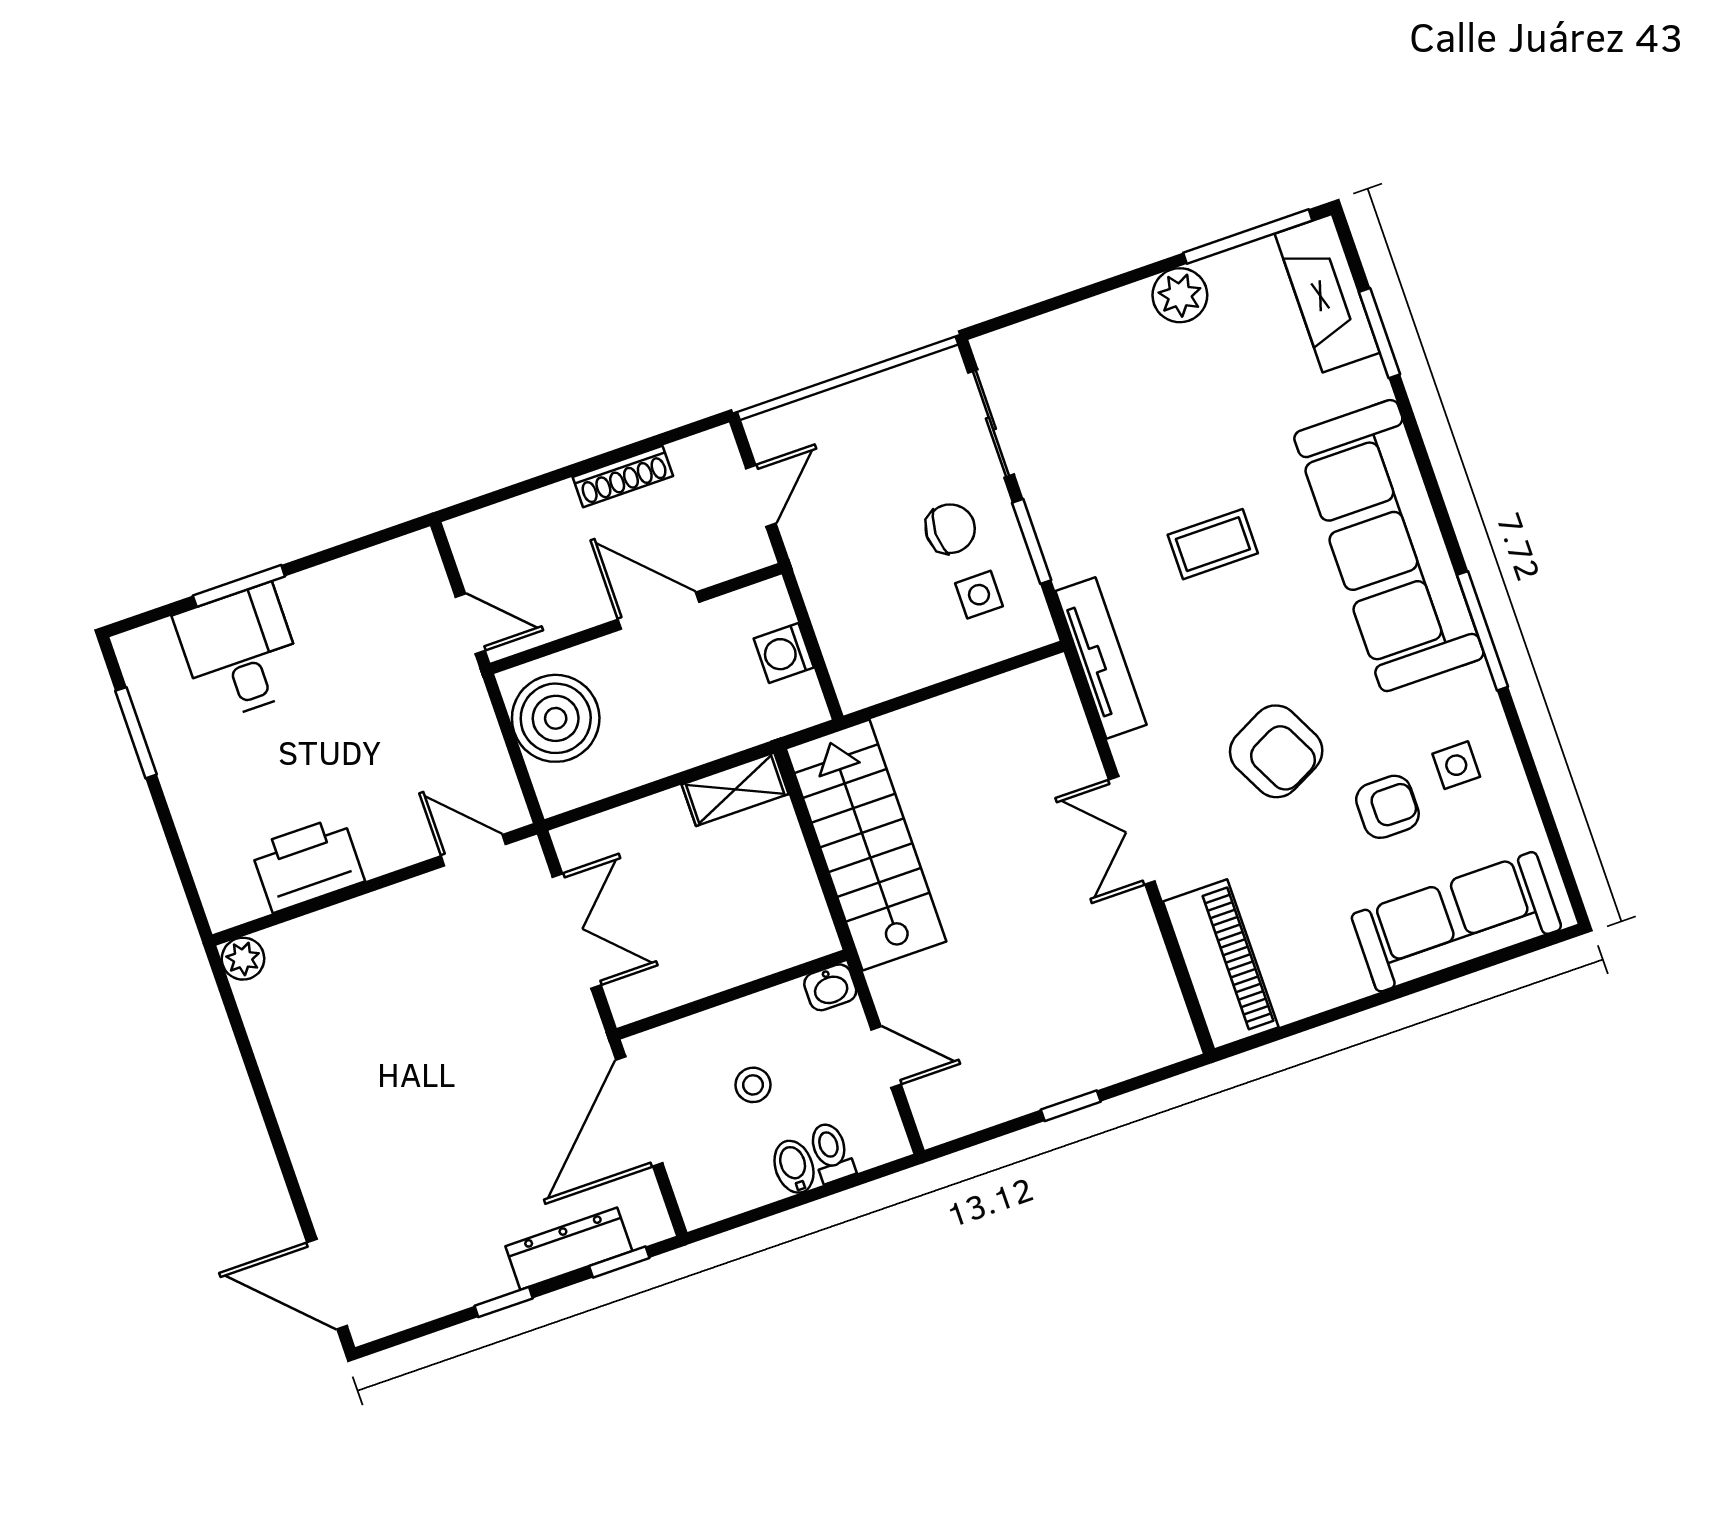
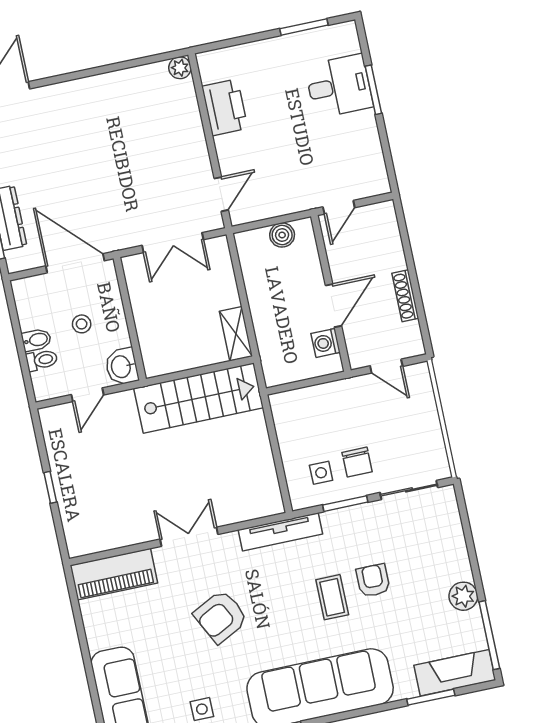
washing machine: (784, 653) -> (326, 343), moved, turned -90
boiler: (556, 718) -> (282, 235), width x0.54, depth x0.54
armchair: (1387, 807) -> (373, 580), moved, turned 180
washbasin: (830, 987) -> (122, 367), width x1.38, depth x1.45

